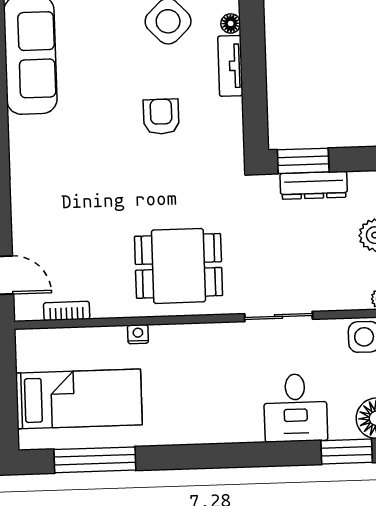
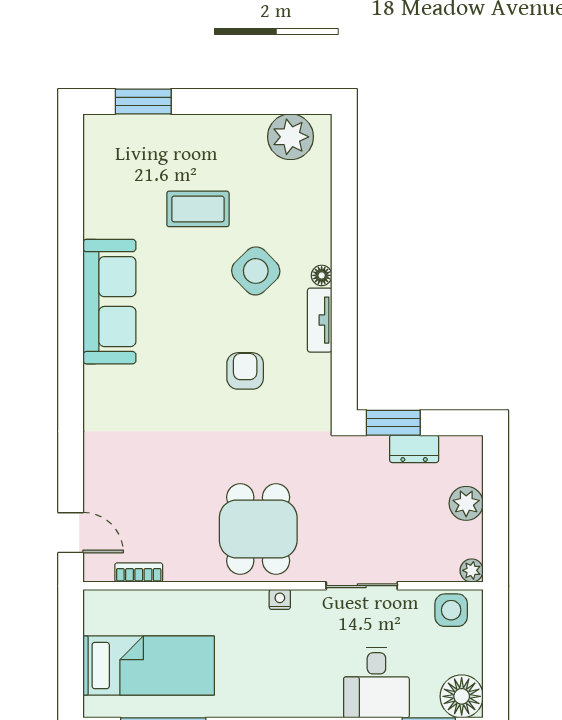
dresser: (314, 185) -> (414, 449), width x0.70
dining table: (178, 266) -> (258, 529), turned 90
nightstand: (138, 334) -> (280, 599), moved

